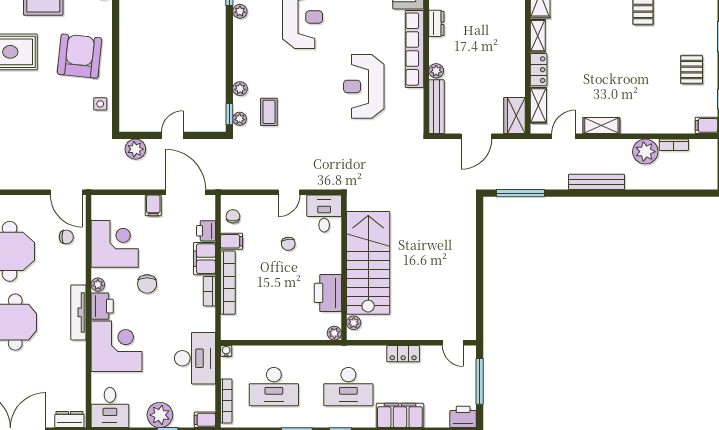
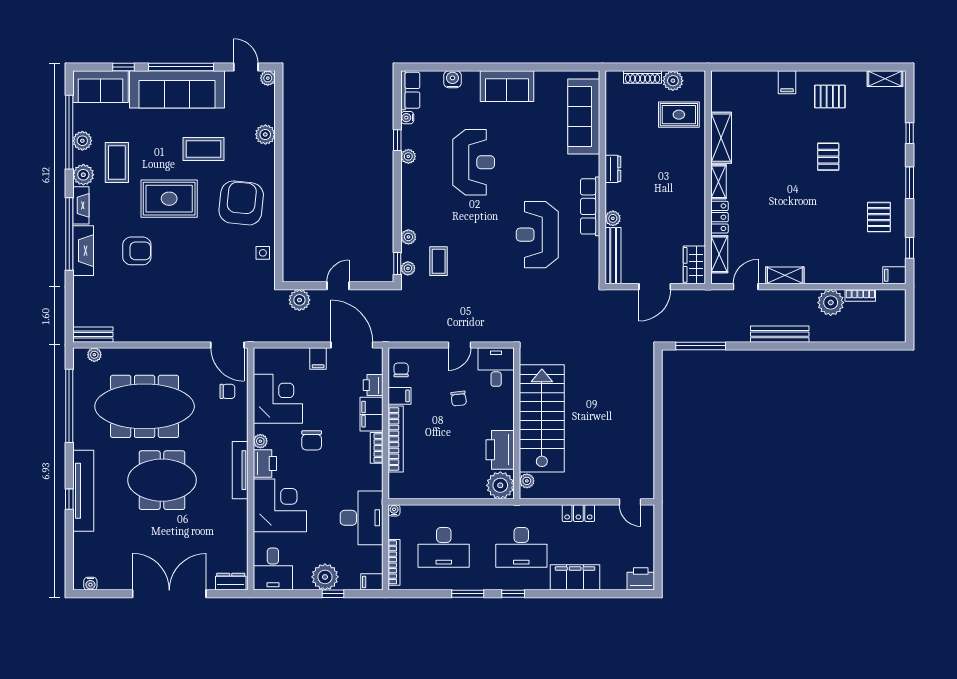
row of seats: (414, 49) -> (590, 206), width x0.73
plant: (334, 333) -> (500, 485), width x1.88, depth x1.88
window: (480, 381) -> (658, 542), removed

